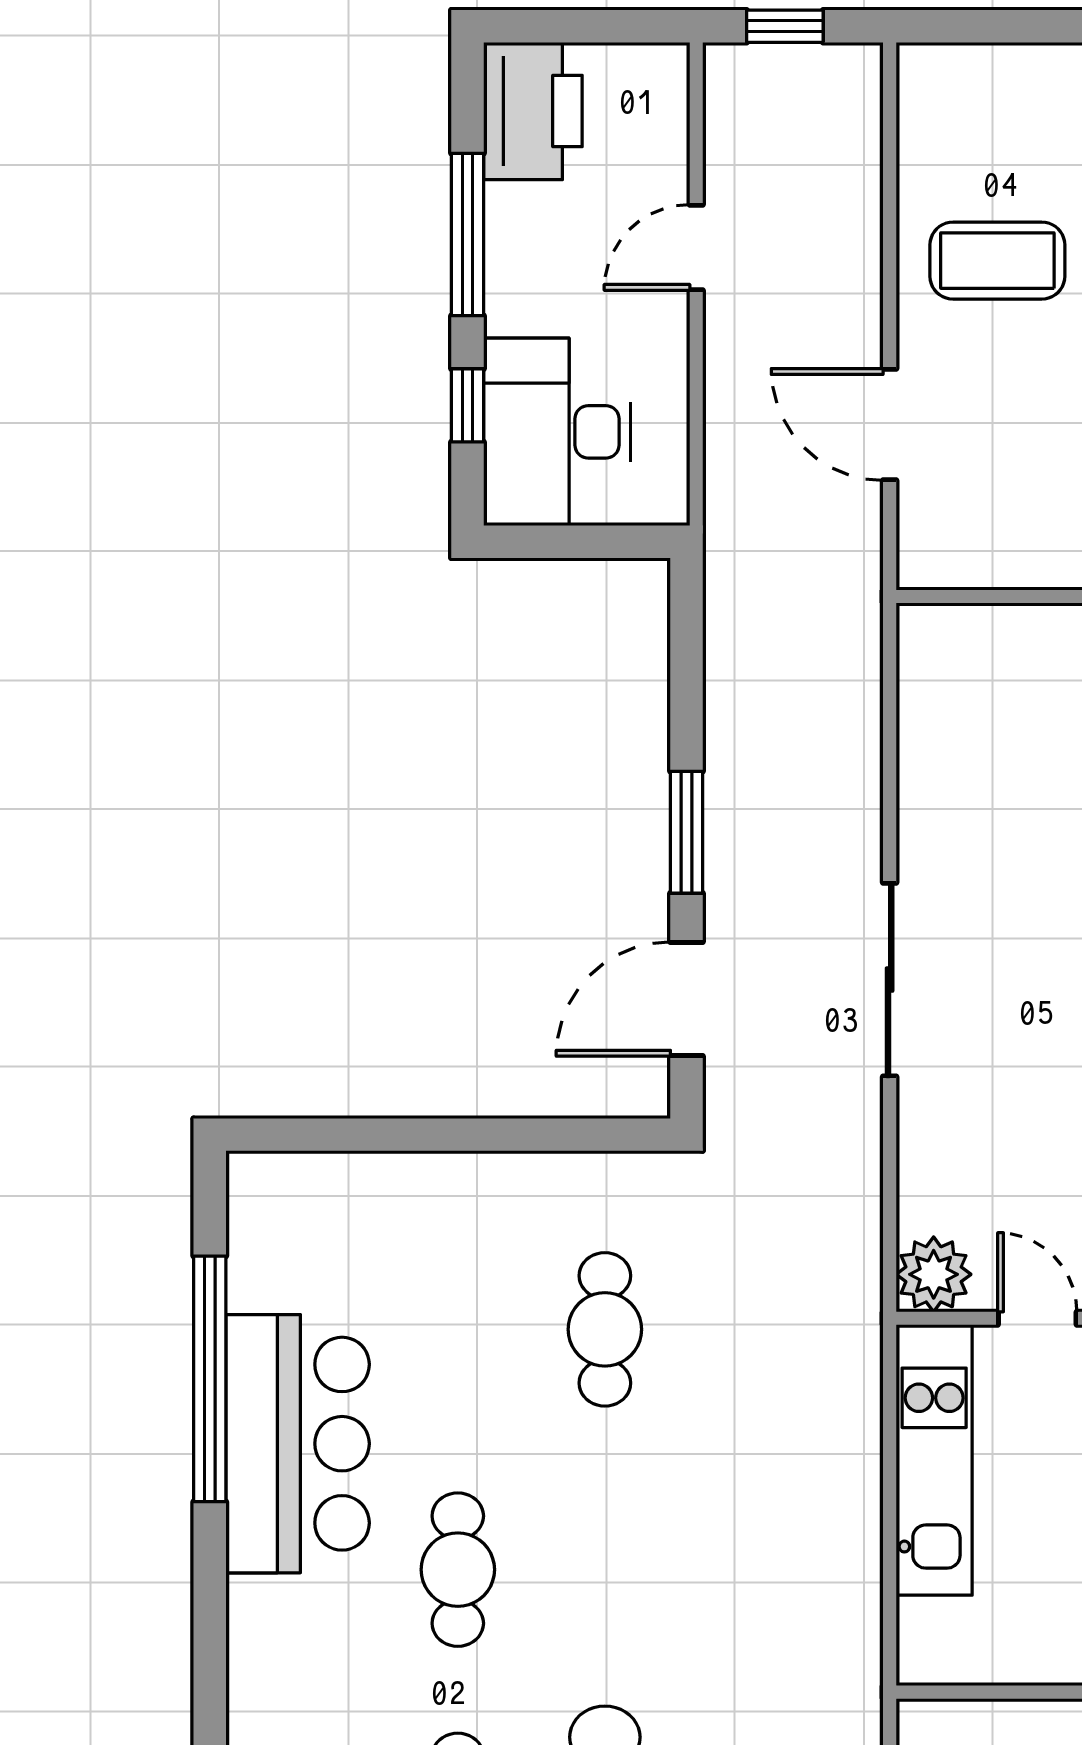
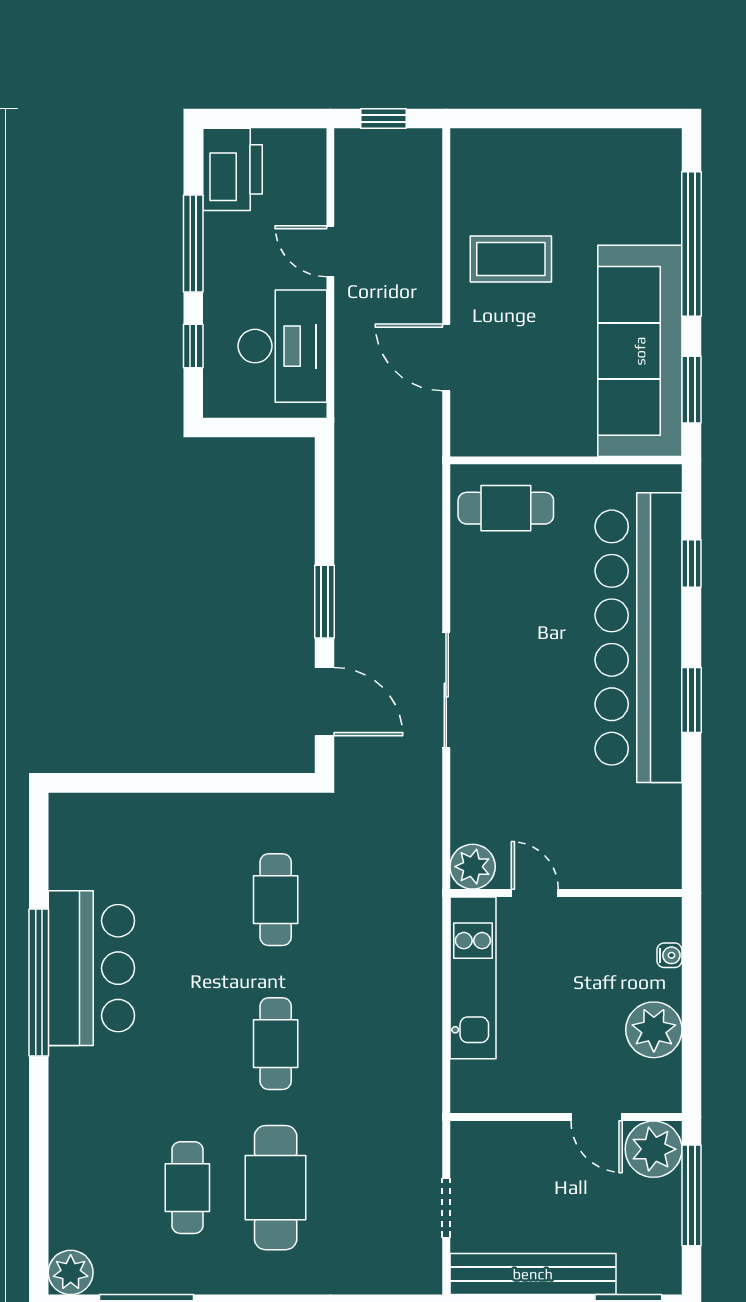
door: (696, 247) -> (330, 251), hinge flipped
desk: (557, 432) -> (282, 346), moved, turned 180
cafe table: (989, 676) -> (506, 508), added
door: (687, 999) -> (325, 702), swing flipped
window: (210, 1379) -> (39, 983), moved
cafe table: (458, 1570) -> (276, 1044), moved

